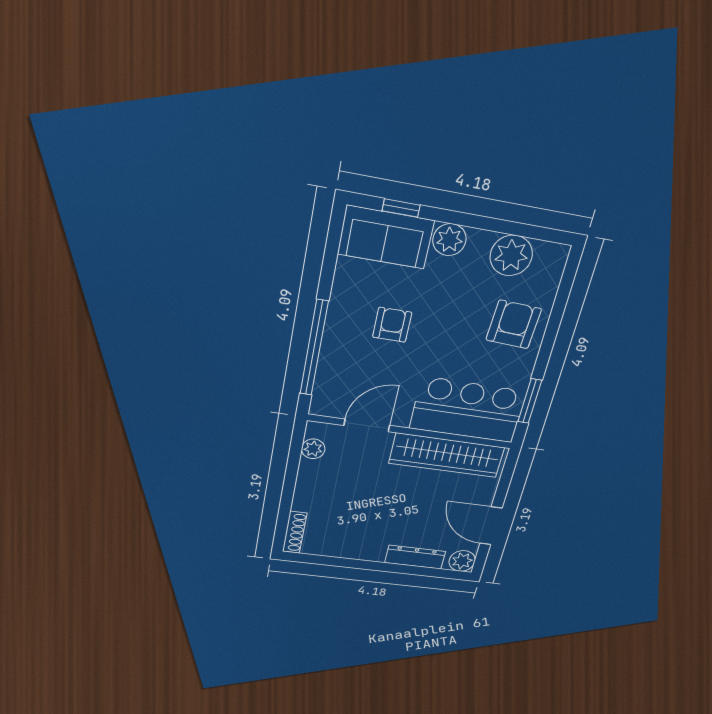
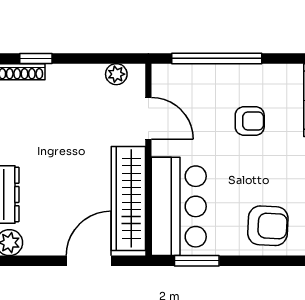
window: (283, 518) -> (36, 58), added
door: (491, 526) -> (89, 261), moved

